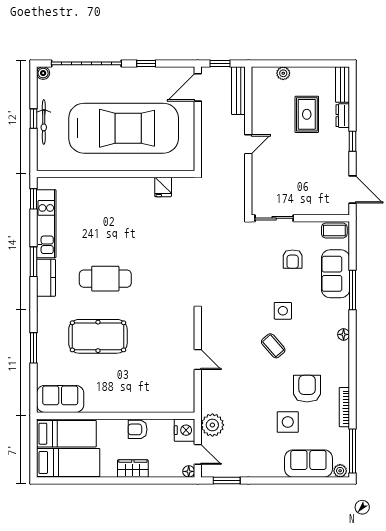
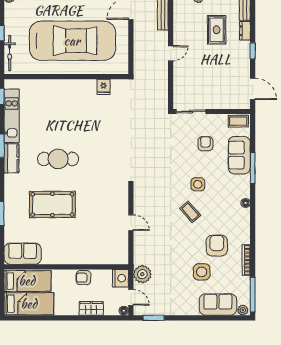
bicycle: (44, 122) -> (10, 53), moved
armchair: (293, 259) -> (205, 144), turned 180
wardrobe: (133, 468) -> (91, 308), moved

